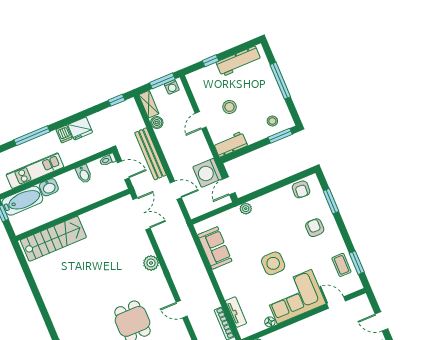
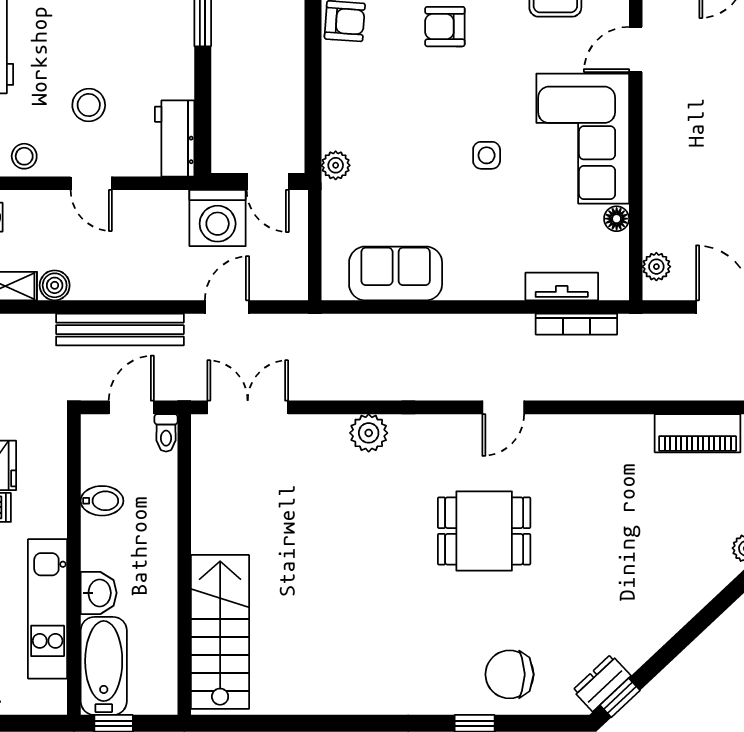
stool: (272, 121) -> (24, 156), moved
toilet: (108, 160) -> (166, 433), moved
side table: (273, 263) -> (487, 155), width x0.54, depth x0.54

